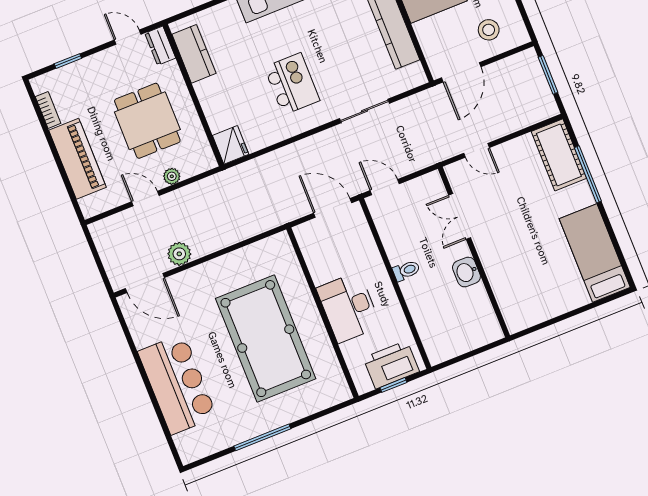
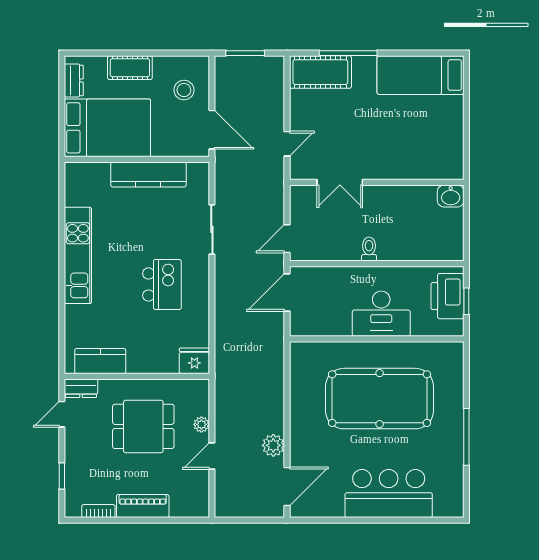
kitchen island: (292, 84) -> (162, 284), turned 90
piano: (78, 159) -> (143, 506), width x0.73, depth x0.75
washbasin: (466, 272) -> (451, 196), moved

